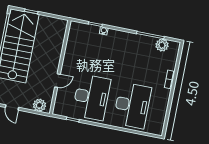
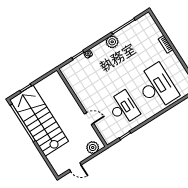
plant: (162, 45) -> (112, 42), moved
door: (57, 81) -> (89, 119), hinge flipped
desk: (91, 97) -> (123, 108), width x0.73, depth x0.77

